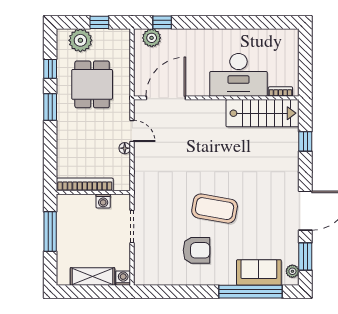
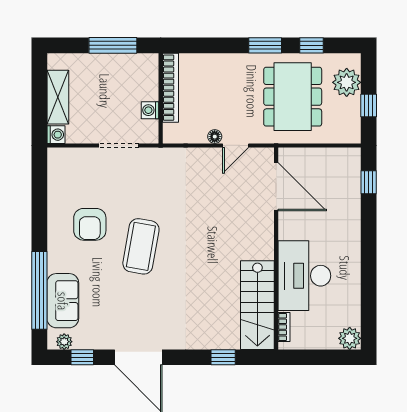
plant: (152, 38) -> (350, 338), moved
dining table: (92, 84) -> (293, 97), width x1.37
window: (305, 257) -> (82, 357), width x0.67

